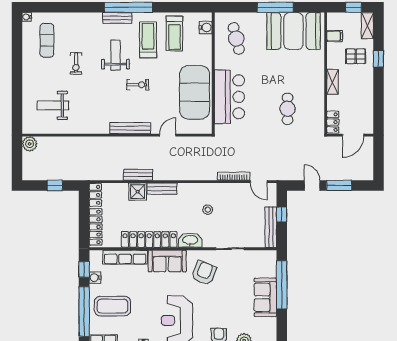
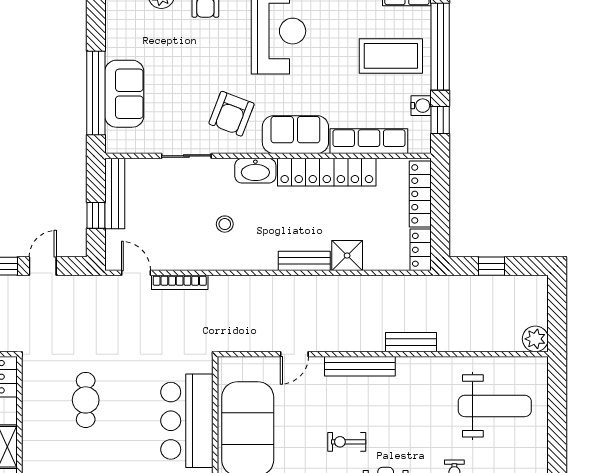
weight bench: (53, 105) -> (495, 406), width x1.36, depth x1.33
bench: (138, 175) -> (411, 342), moved
door: (312, 185) -> (43, 266), swing flipped
sofa: (265, 297) -> (124, 94), moved

